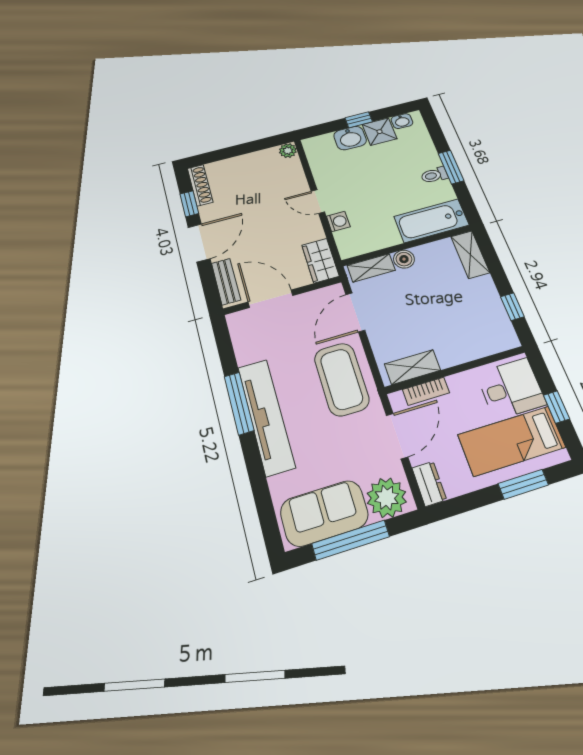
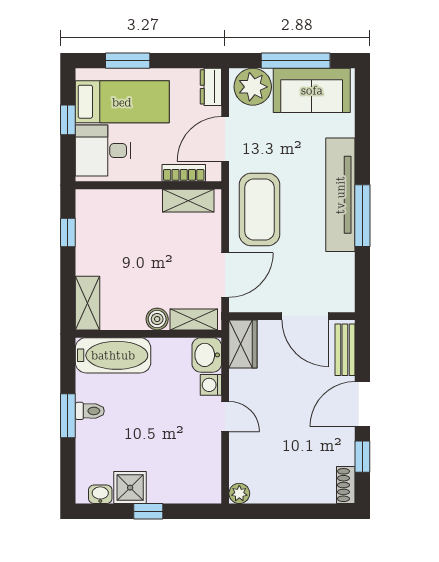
washbasin: (350, 138) -> (207, 355), moved, turned -90
shoe rack: (200, 185) -> (346, 485), width x0.70

